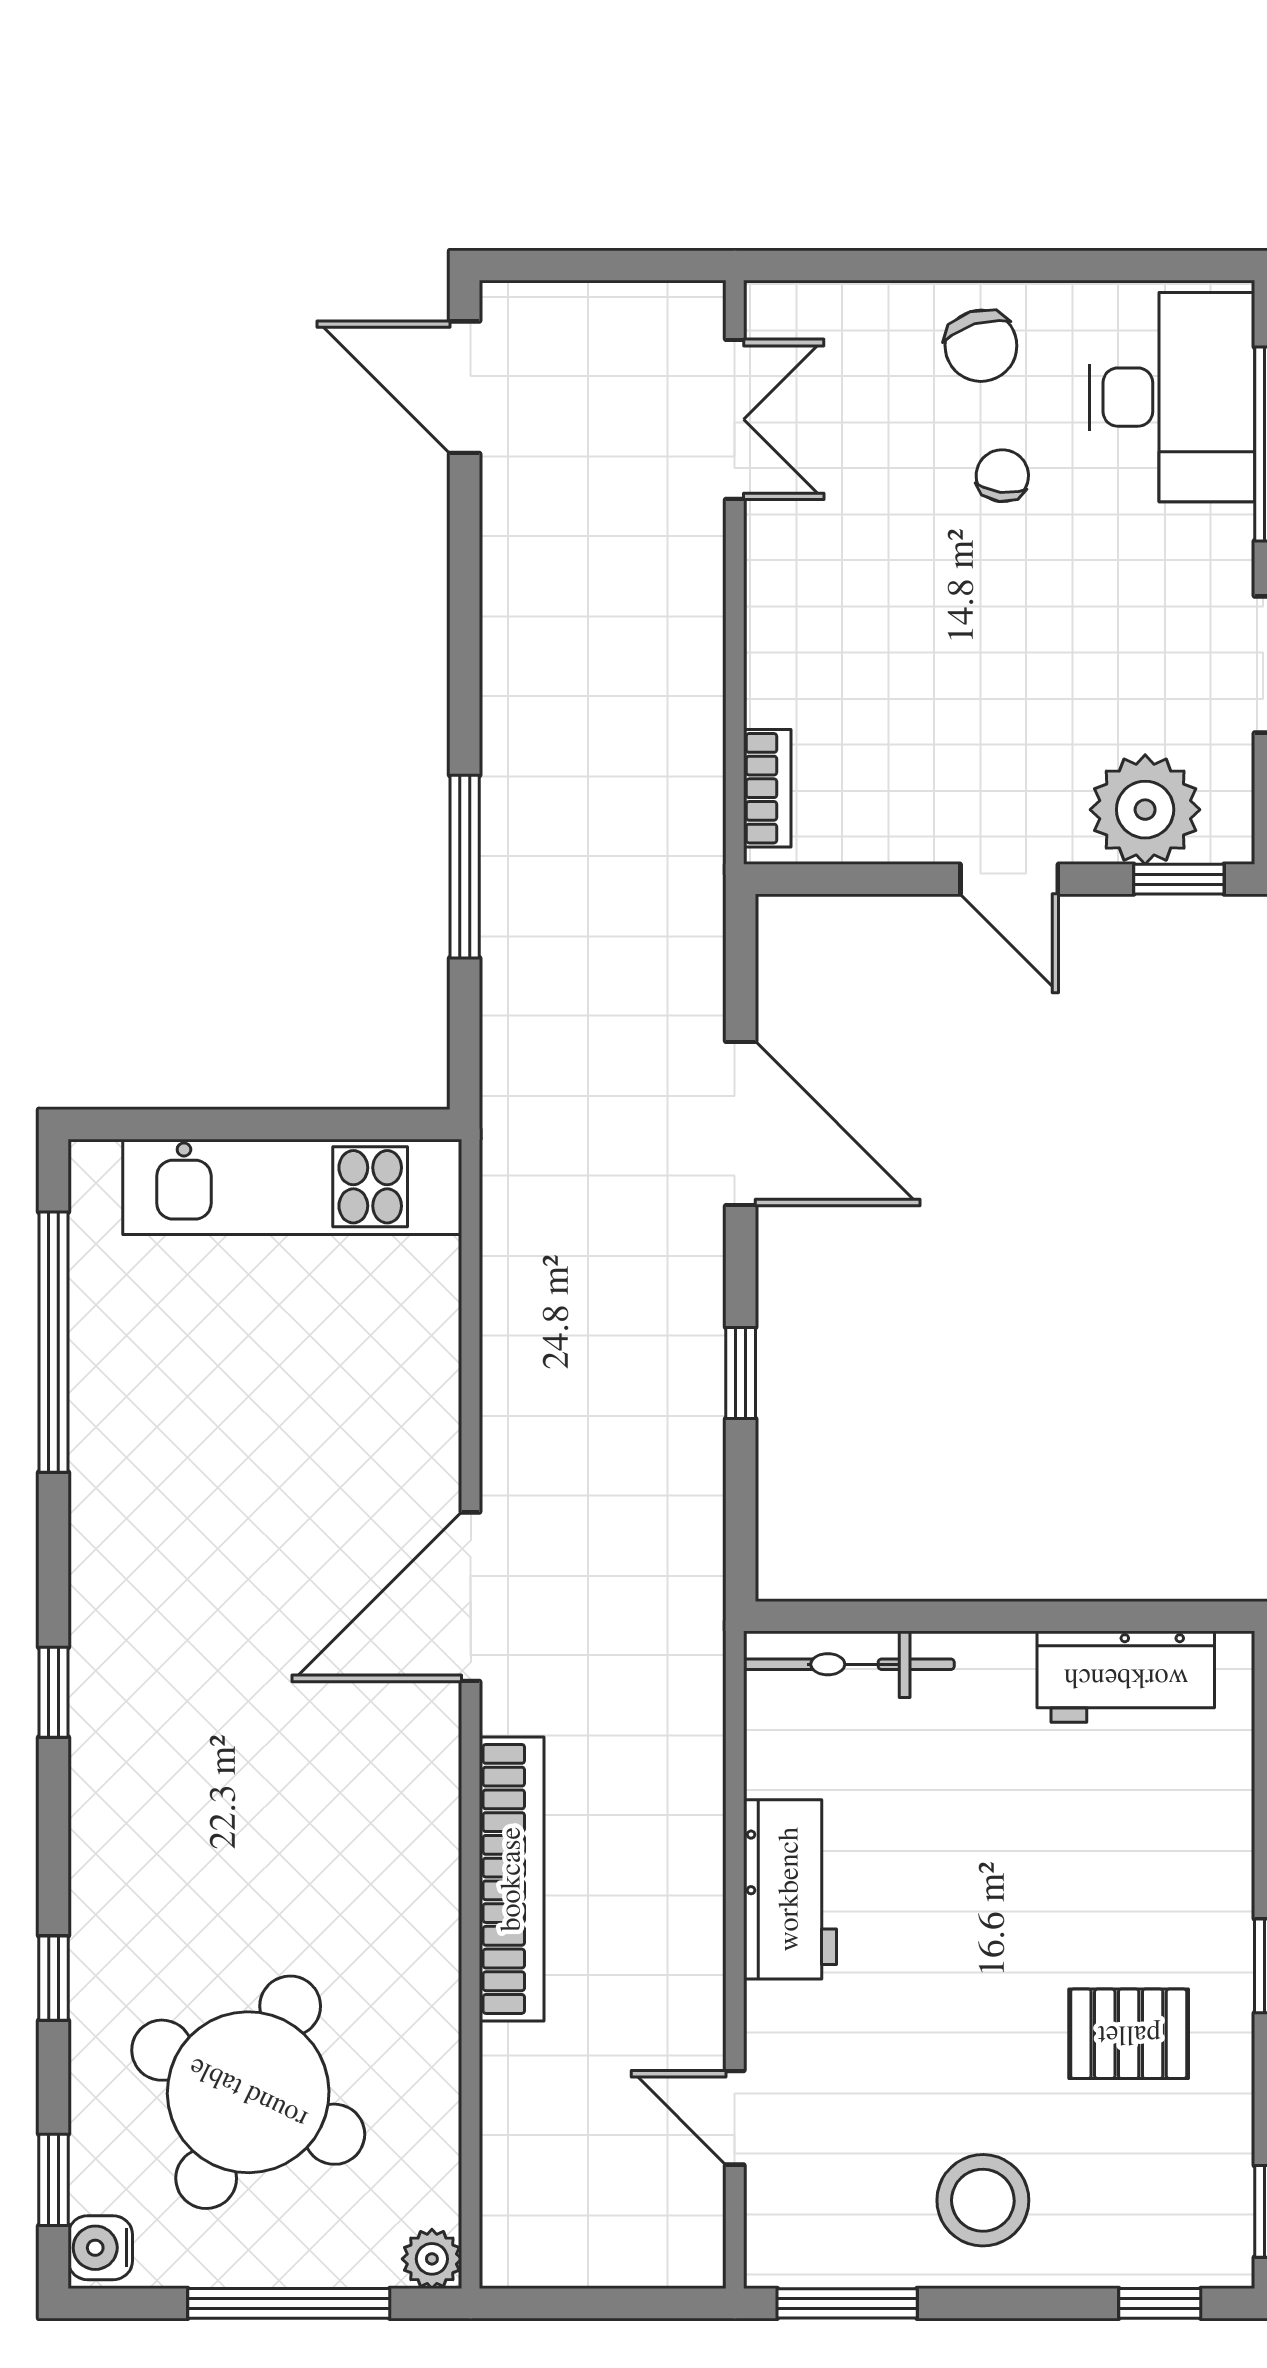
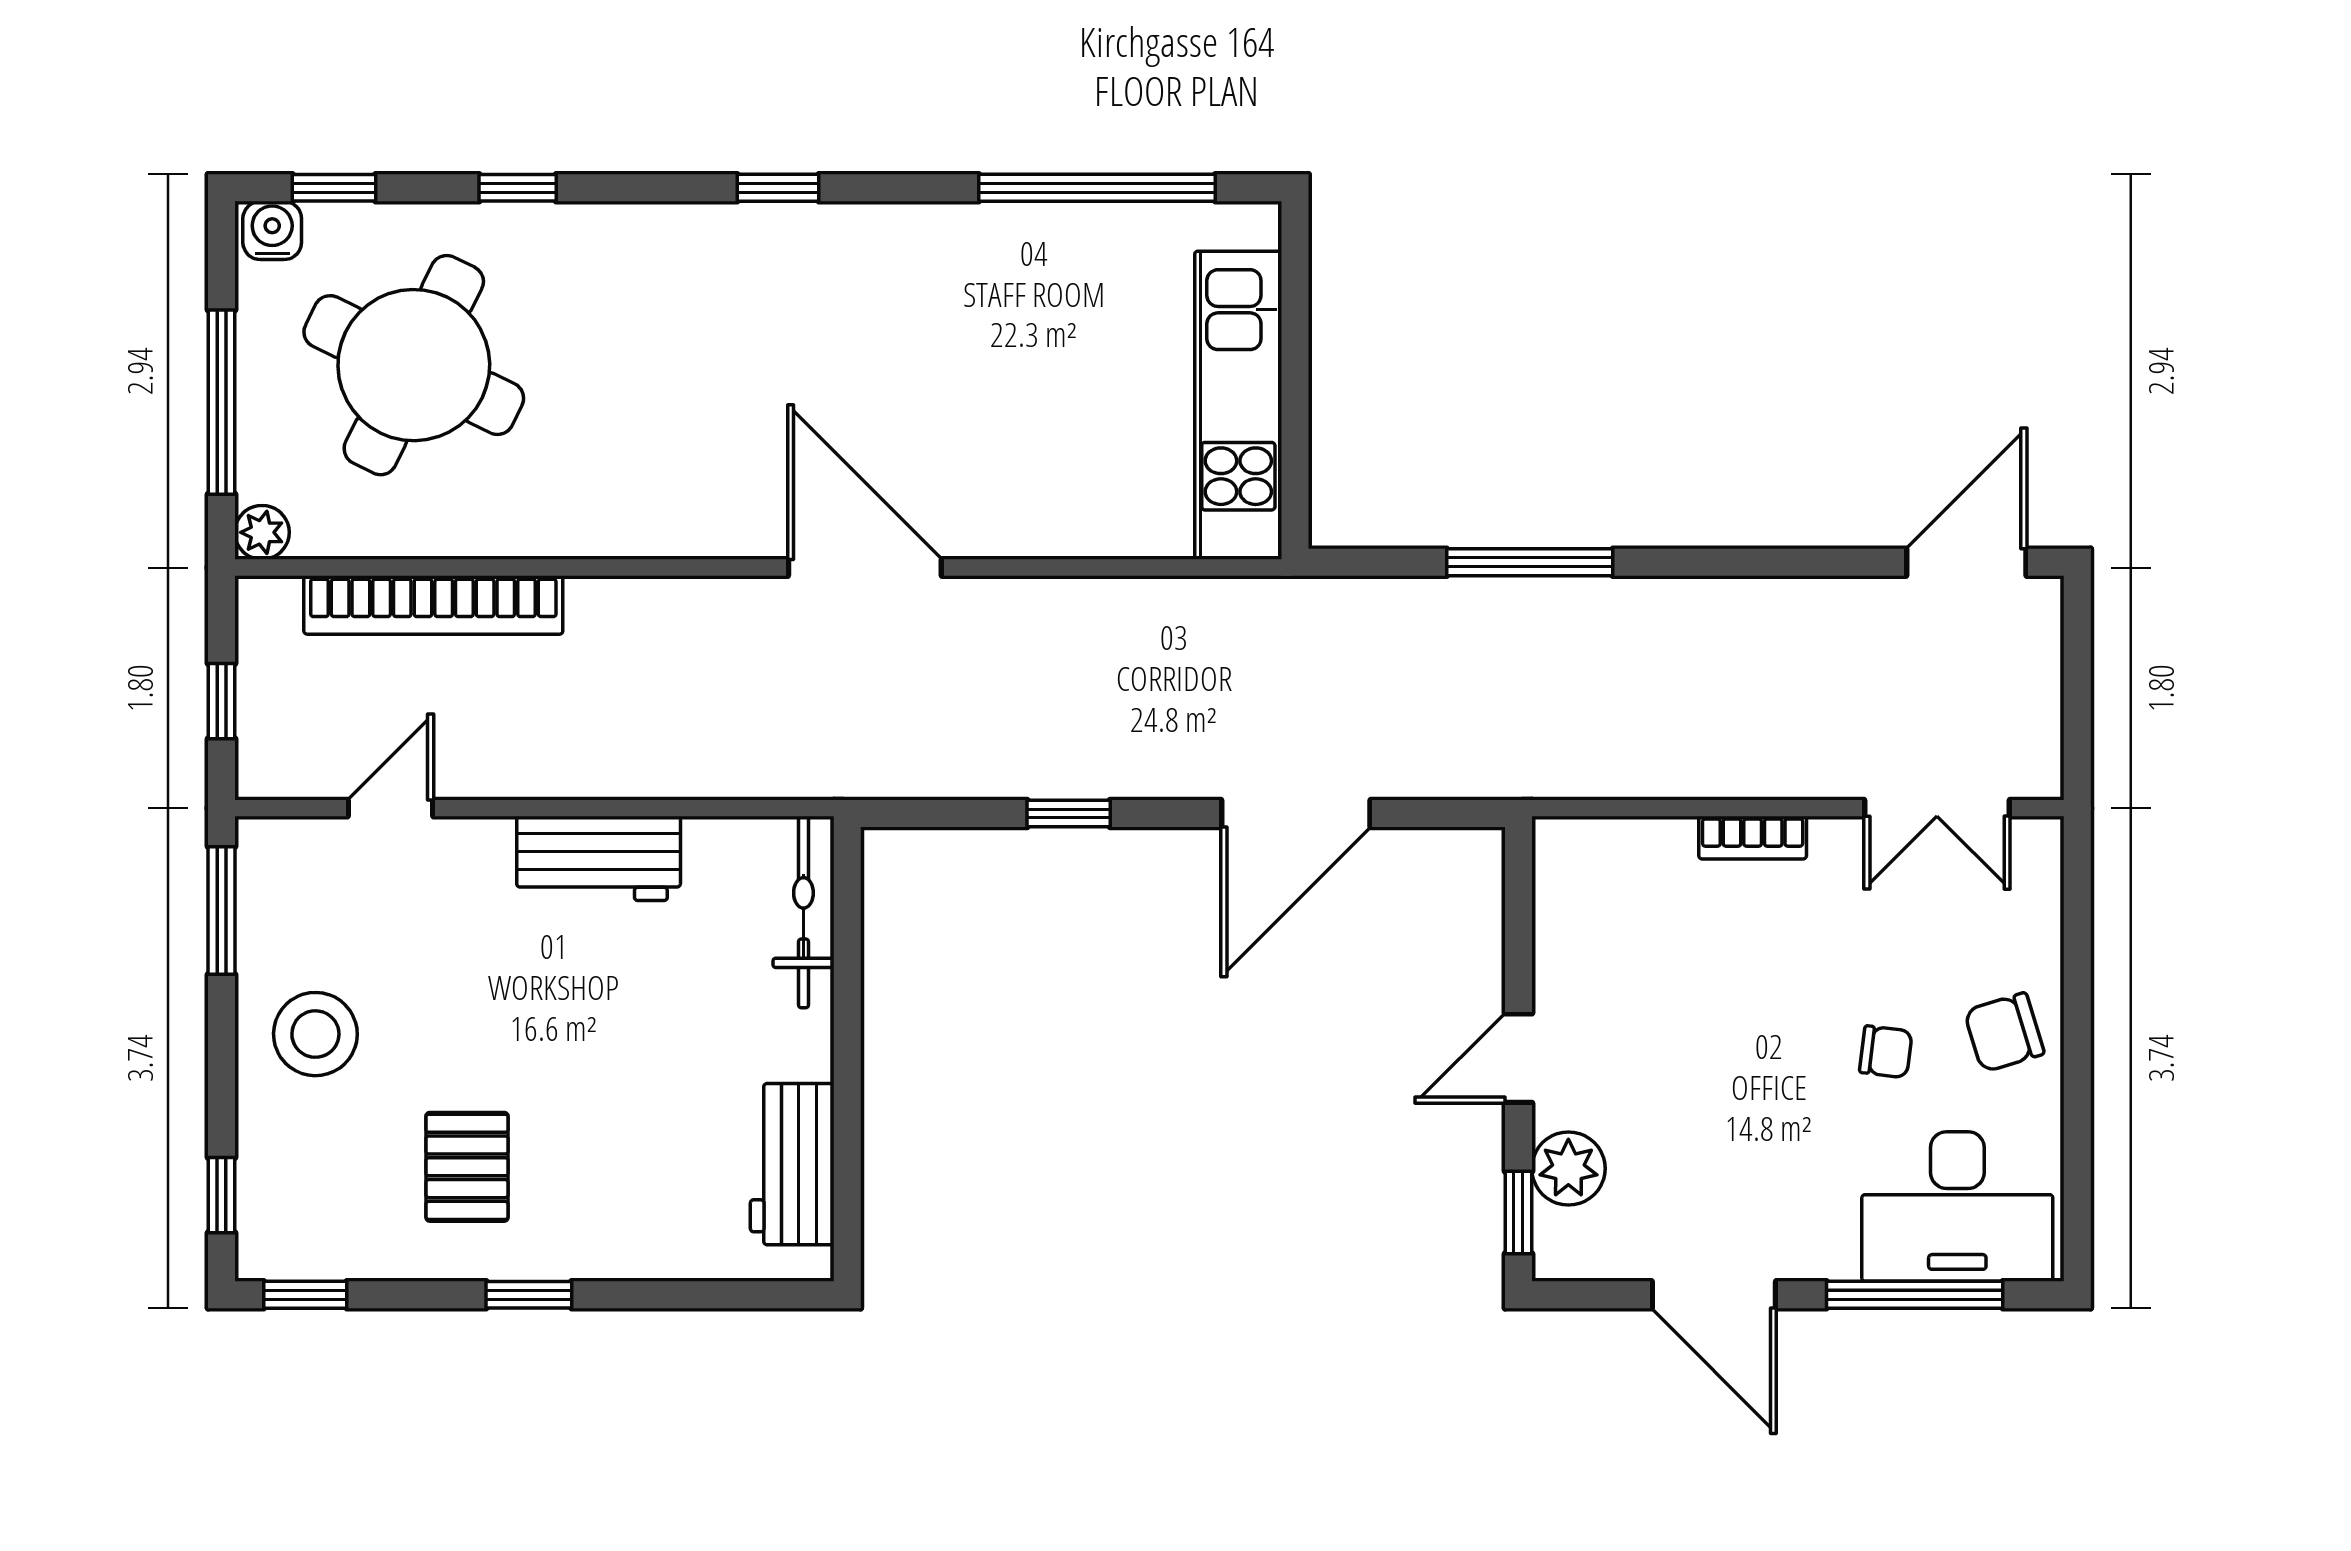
bookcase: (767, 788) -> (1753, 838), moved
plant: (1145, 810) -> (1568, 1168), width x0.73, depth x0.73
bookcase: (512, 1879) -> (433, 605), moved
window: (617, 2303) -> (222, 701), added

